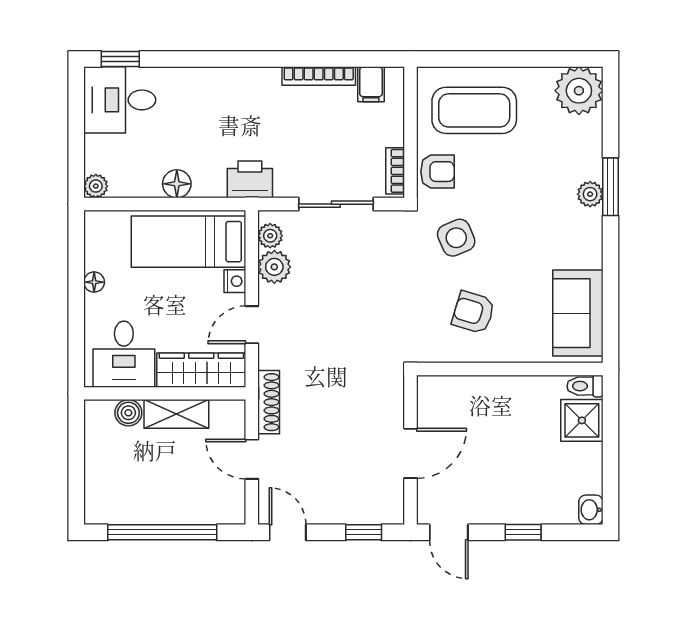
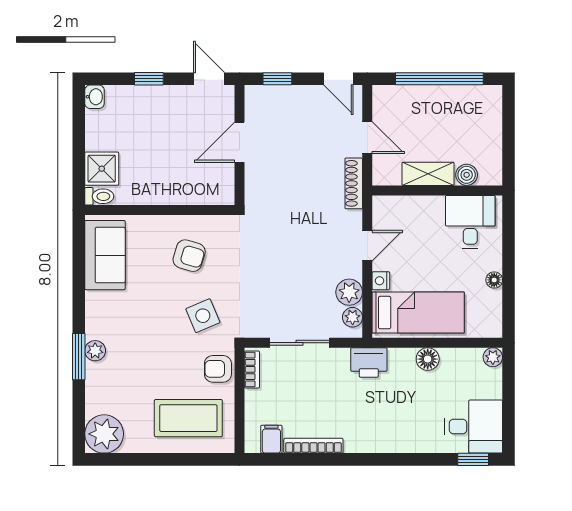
wardrobe: (201, 370) -> (408, 209), removed

